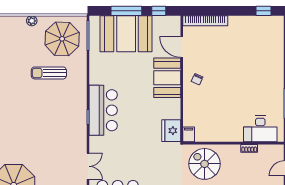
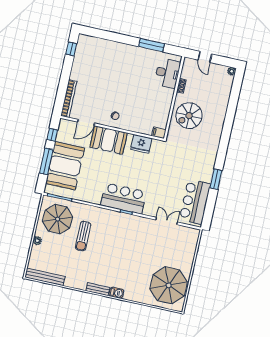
fridge: (171, 131) -> (141, 144), moved
spiral stairs: (205, 164) -> (189, 116), moved

